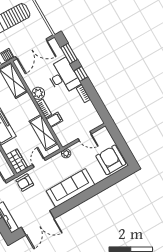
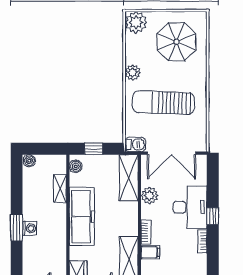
window: (69, 53) -> (213, 184), removed
plant: (38, 93) -> (149, 195), moved

